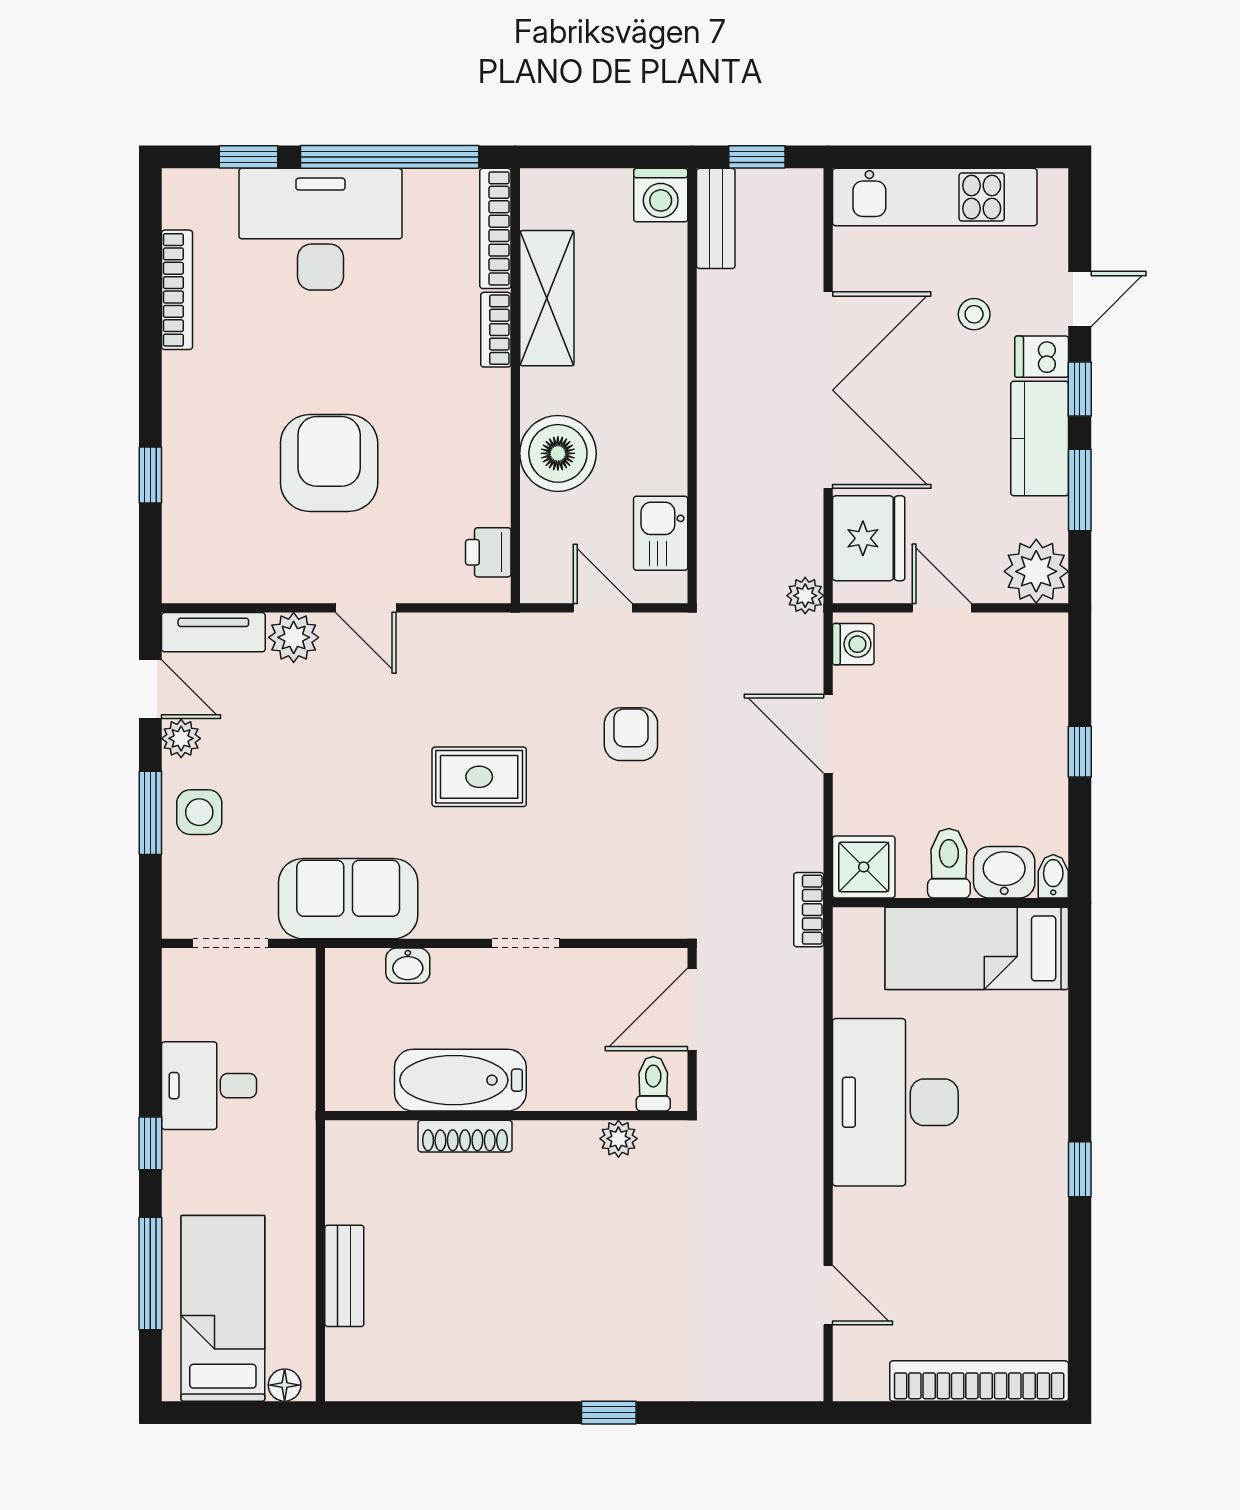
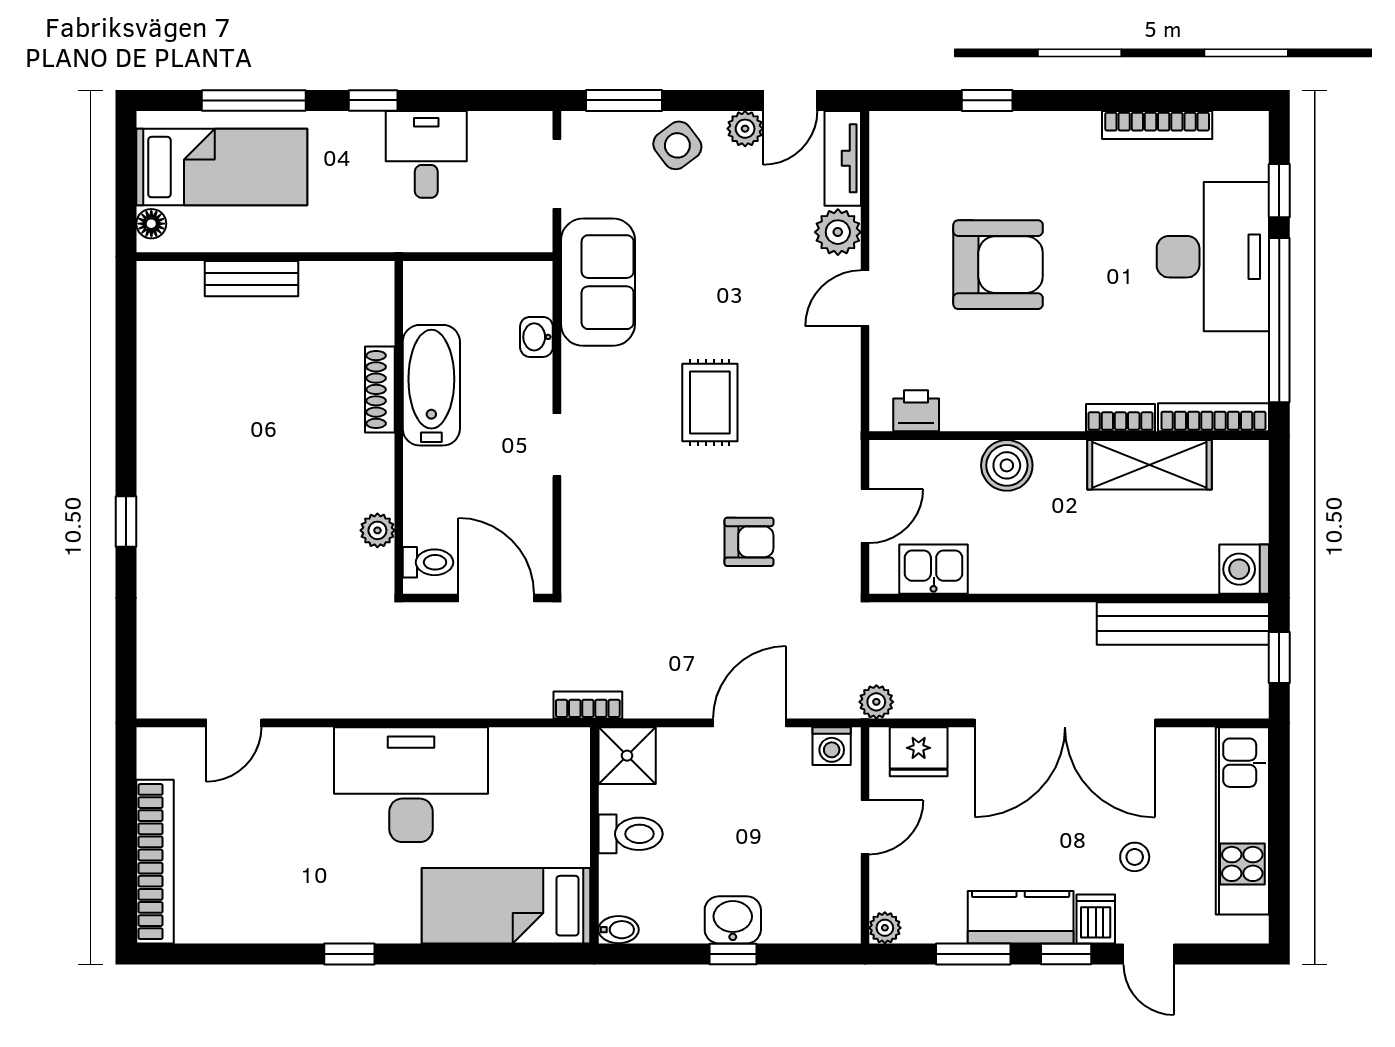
bench: (716, 218) -> (1183, 624), width x1.86, depth x1.21
boiler: (558, 453) -> (1007, 465), width x0.73, depth x0.73
fridge: (869, 538) -> (919, 752), width x0.73, depth x0.75
plant: (1036, 571) -> (885, 928), width x0.53, depth x0.53
side table: (199, 812) -> (677, 145), turned -37
window: (150, 813) -> (624, 100), moved
washbasin: (1004, 872) -> (733, 920), moved, turned -90
bed: (977, 948) -> (506, 906), moved, turned -90

